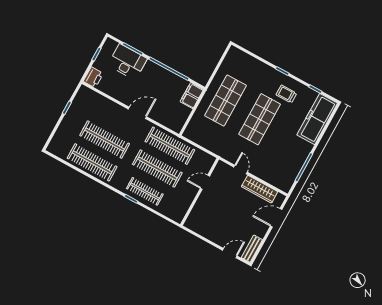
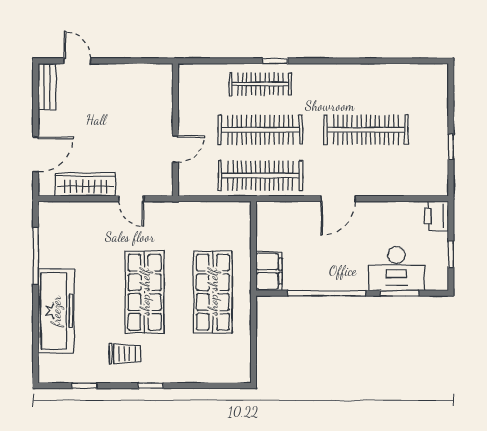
freezer: (317, 119) -> (56, 311), moved
clothes rail: (92, 162) -> (366, 84), removed
door: (230, 253) -> (77, 61), swing flipped

